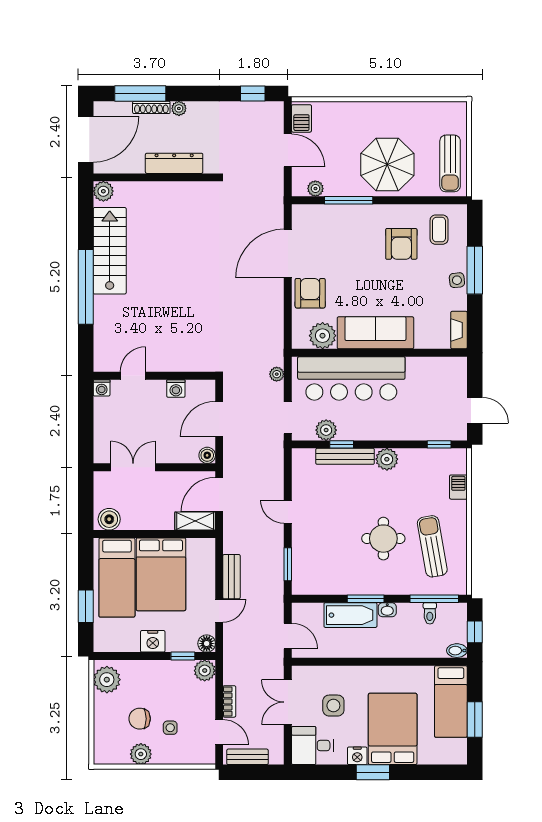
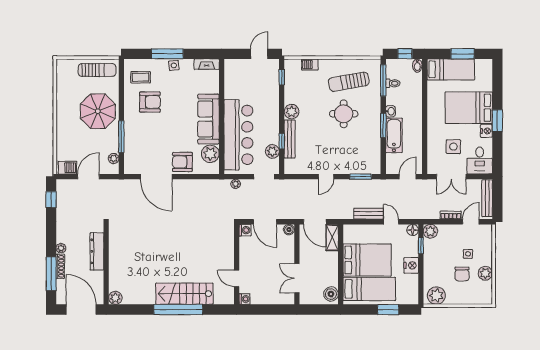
stairs: (110, 251) -> (184, 294), moved
washing machine: (176, 388) -> (245, 230), moved
bench: (247, 757) -> (487, 198), width x1.36

